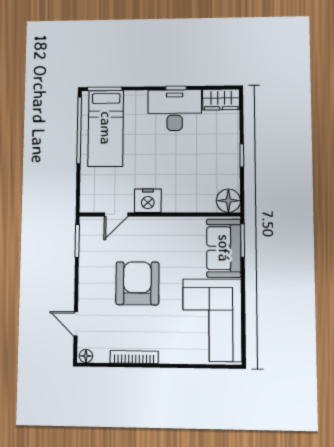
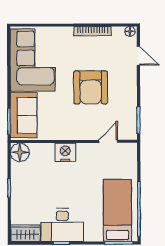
nightstand: (148, 201) -> (65, 152), moved

